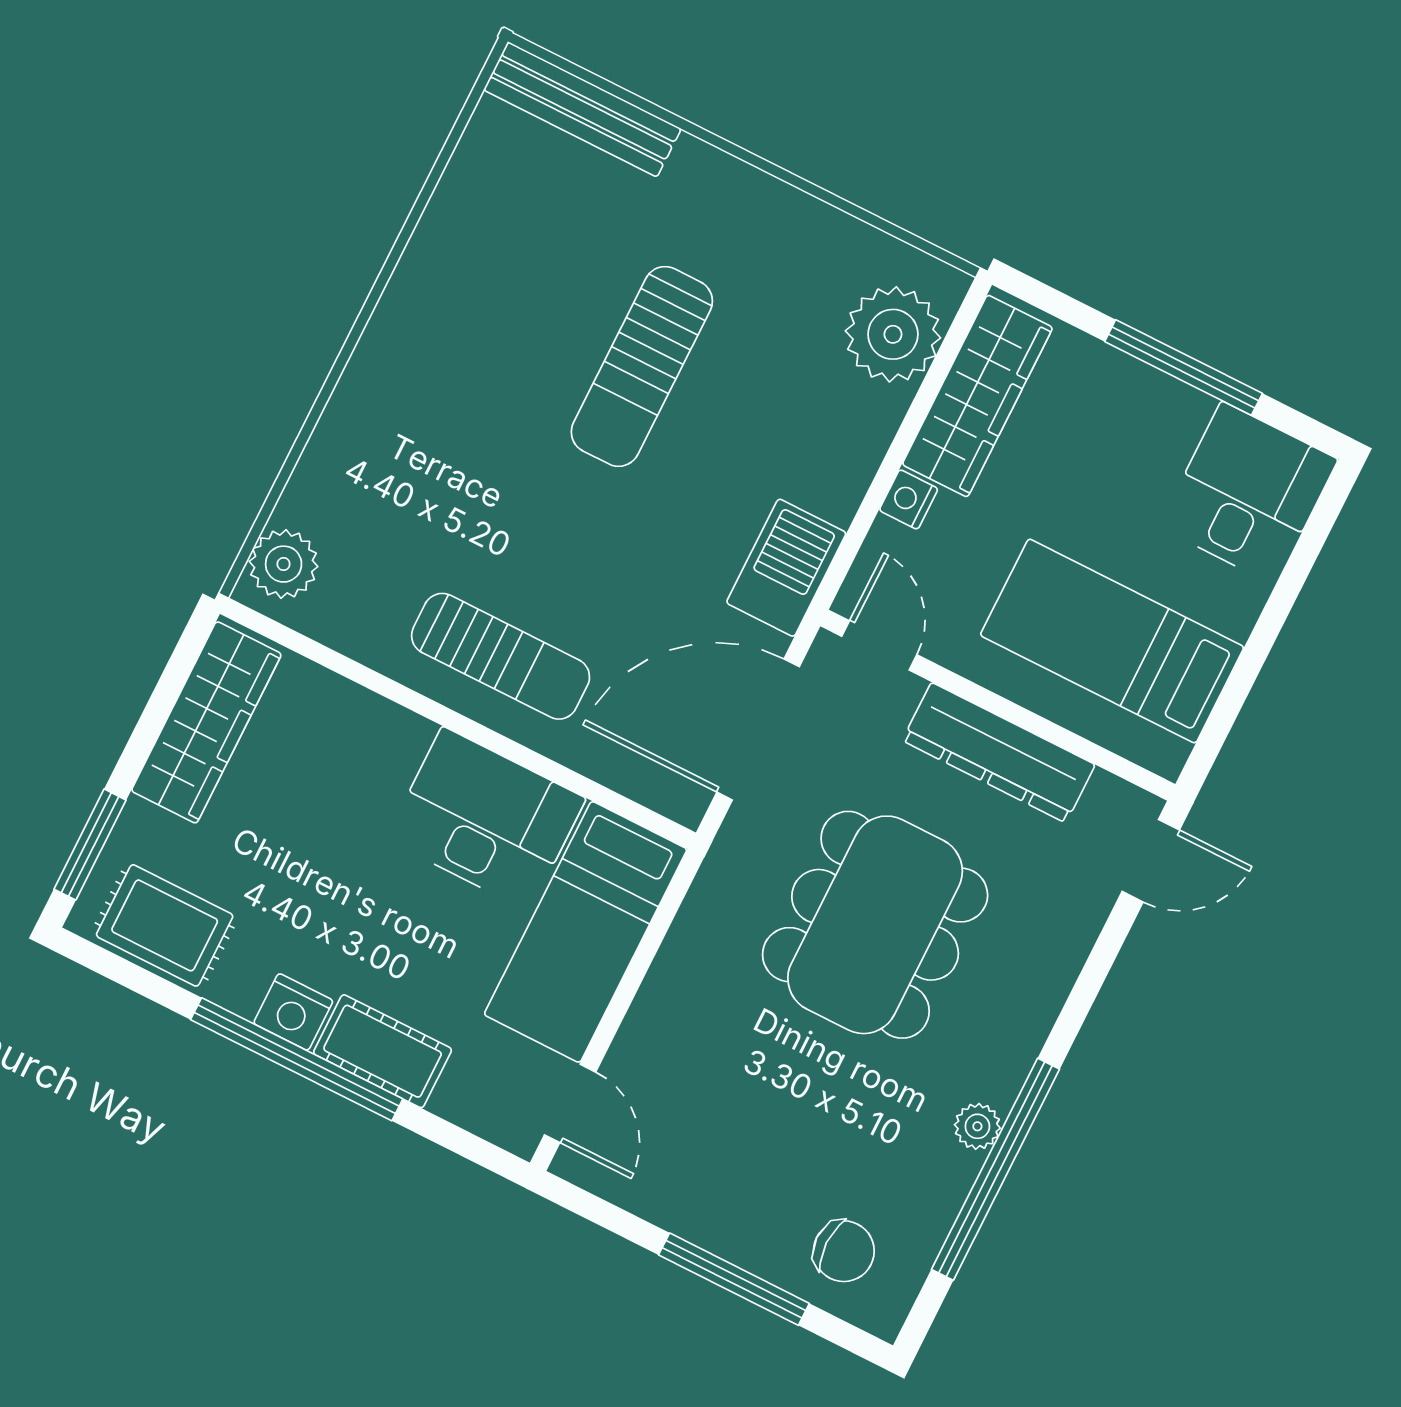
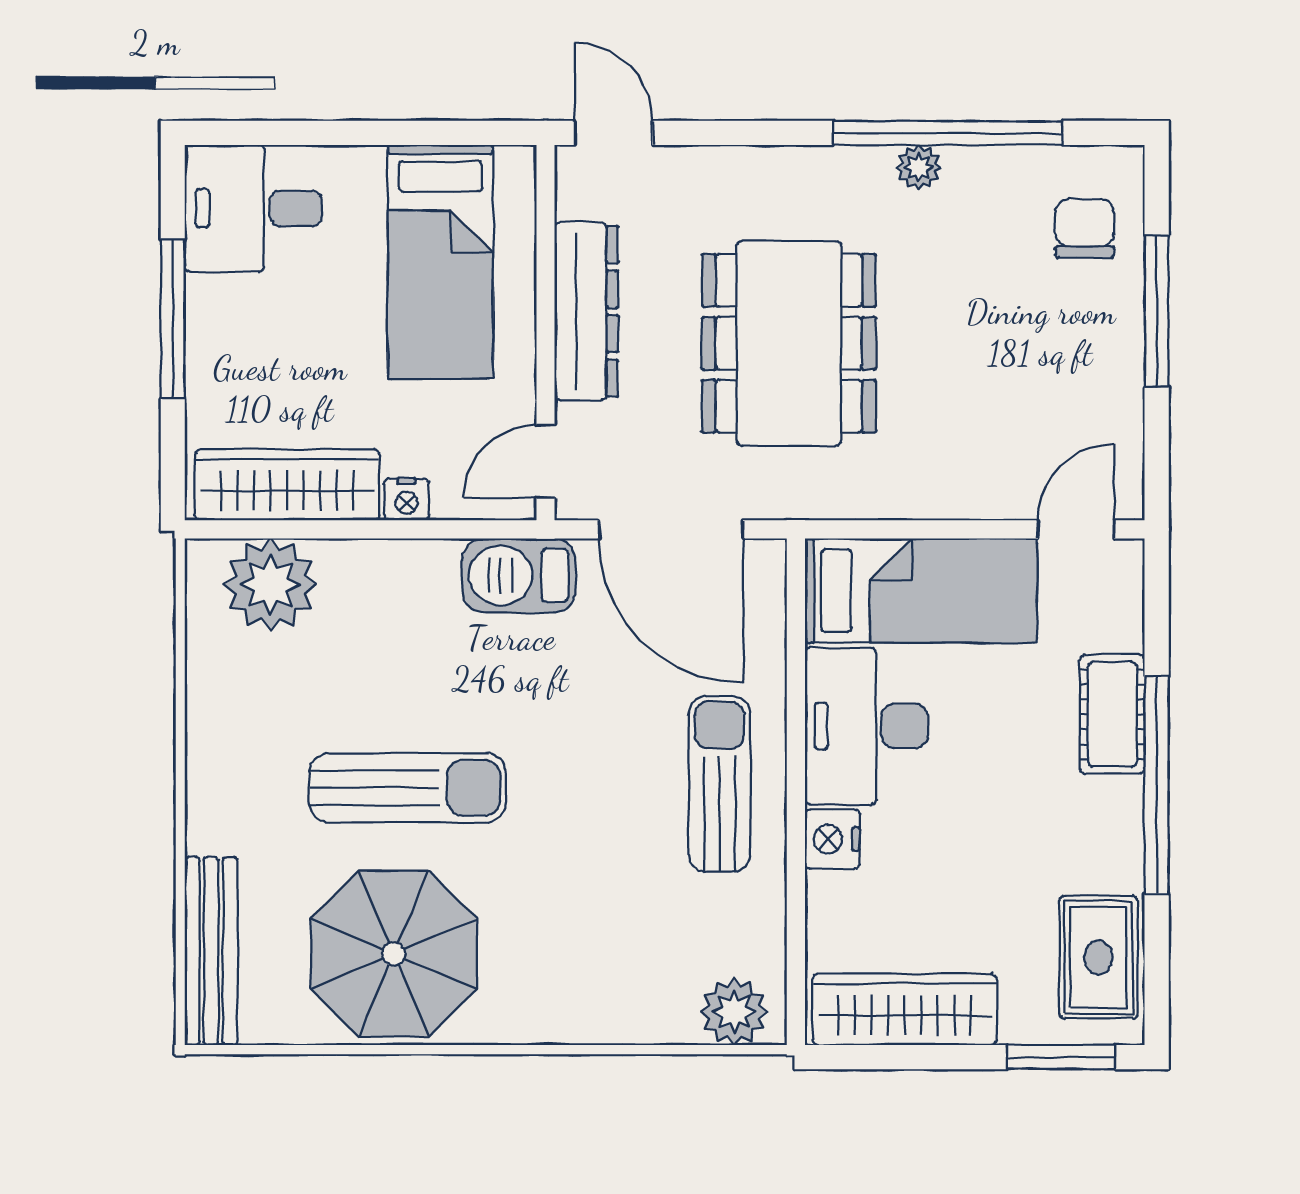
parasol: (495, 277) -> (394, 954), added
dining table: (875, 925) -> (789, 343), turned 90
nightstand: (293, 1012) -> (832, 839), moved, turned 180

